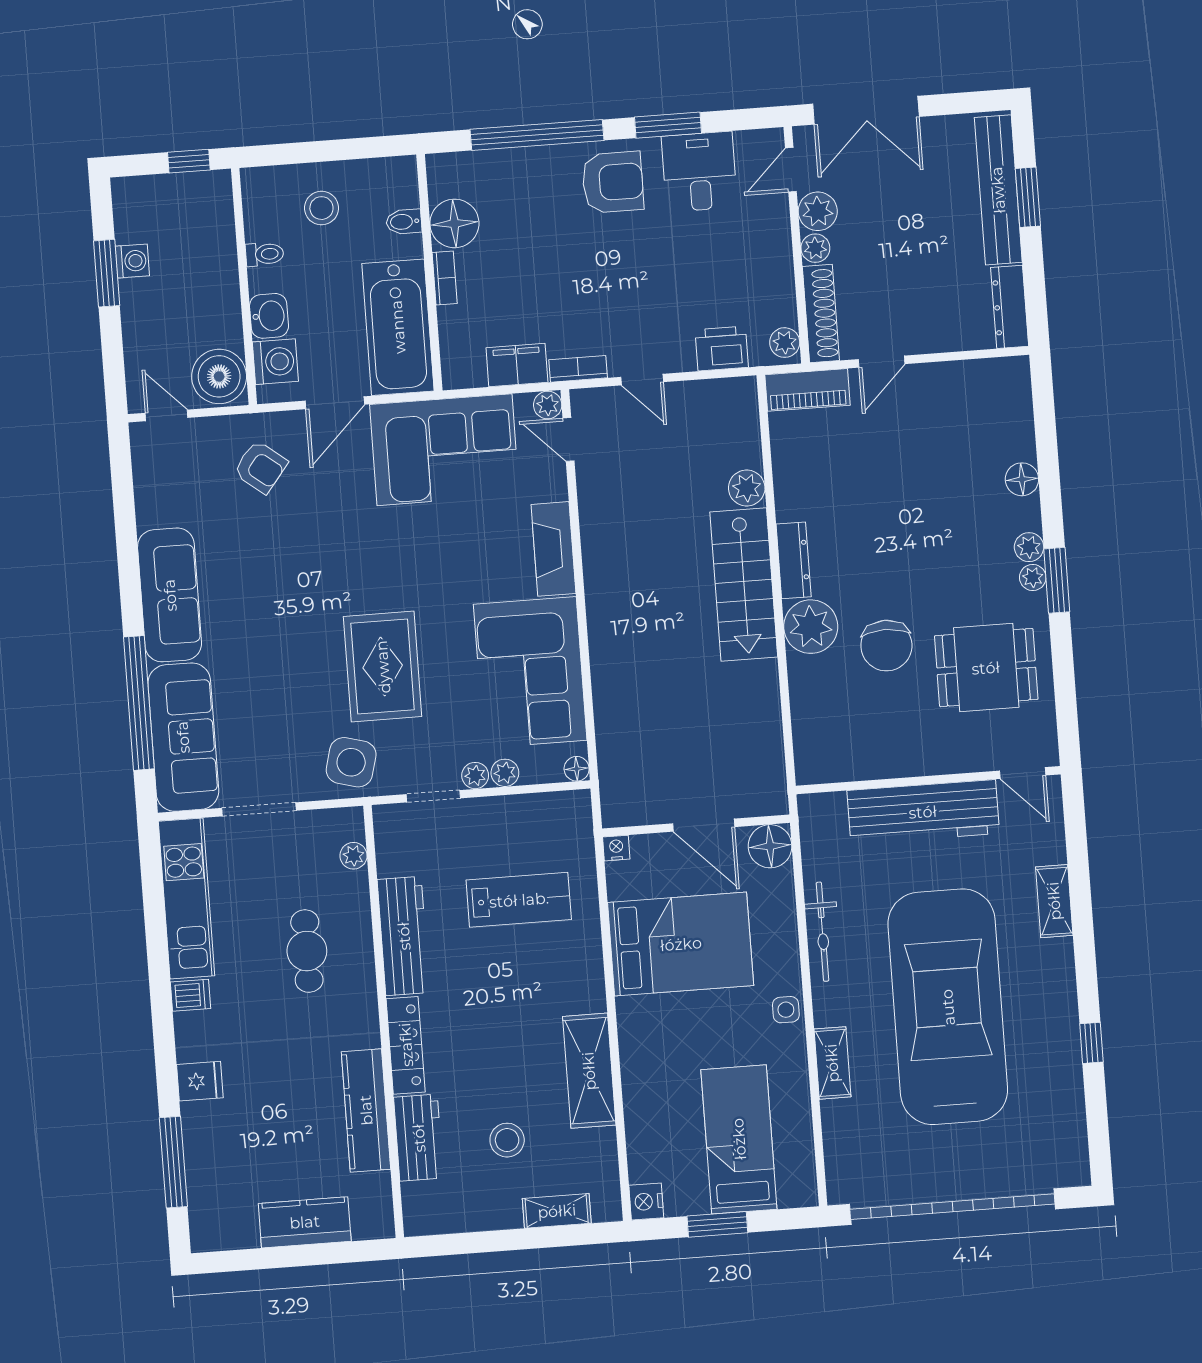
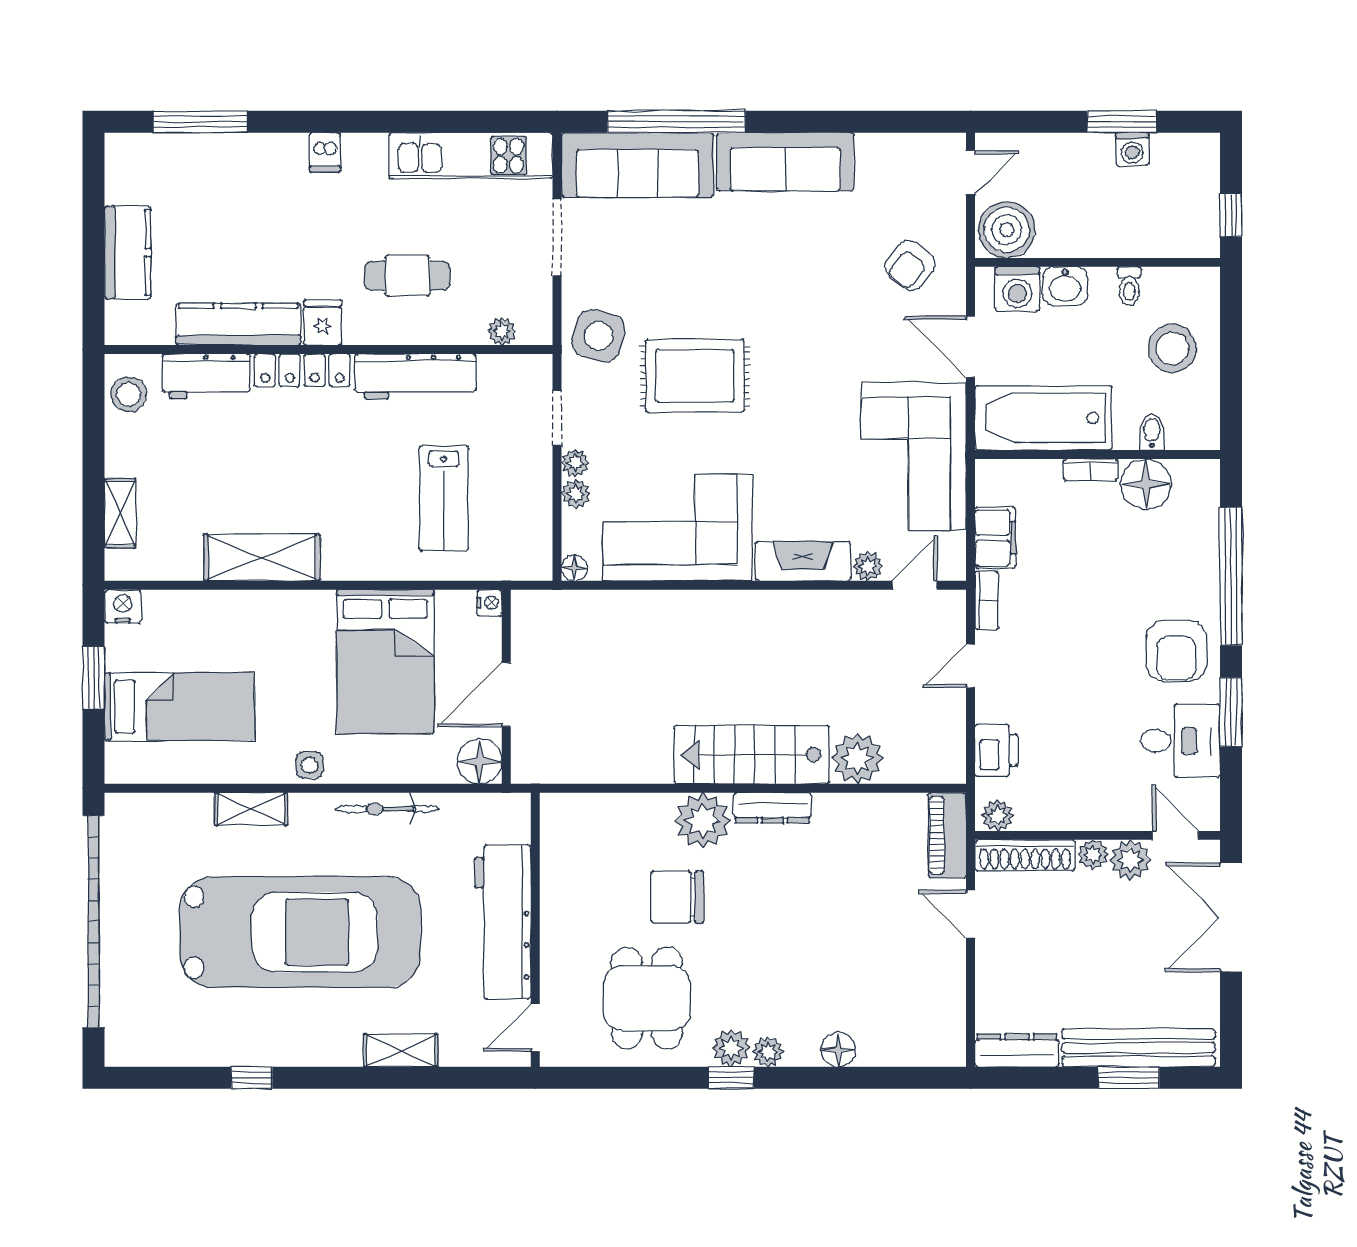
stool: (321, 208) -> (1172, 348), width x1.38, depth x1.38
plant: (548, 405) -> (868, 566), moved
plant: (747, 488) -> (857, 758), width x1.36, depth x1.36
plant: (1033, 577) -> (731, 1048), width x1.38, depth x1.38
window: (1057, 580) -> (731, 1078), width x0.67
dishwasher: (191, 995) -> (325, 152), moved
fridge: (200, 1081) -> (323, 322), moved, turned 180
stool: (507, 1140) -> (129, 394), moved

